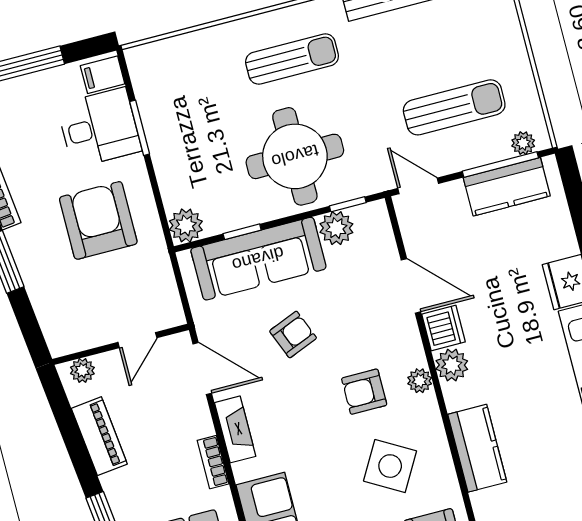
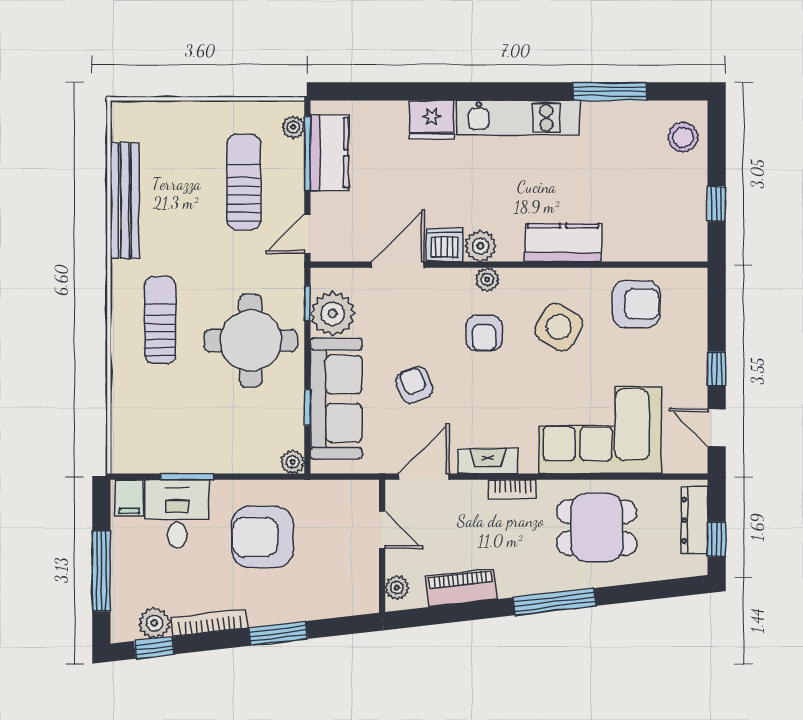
plant: (186, 226) -> (293, 462), width x0.73, depth x0.73
plant: (336, 228) -> (333, 314), width x1.36, depth x1.36

